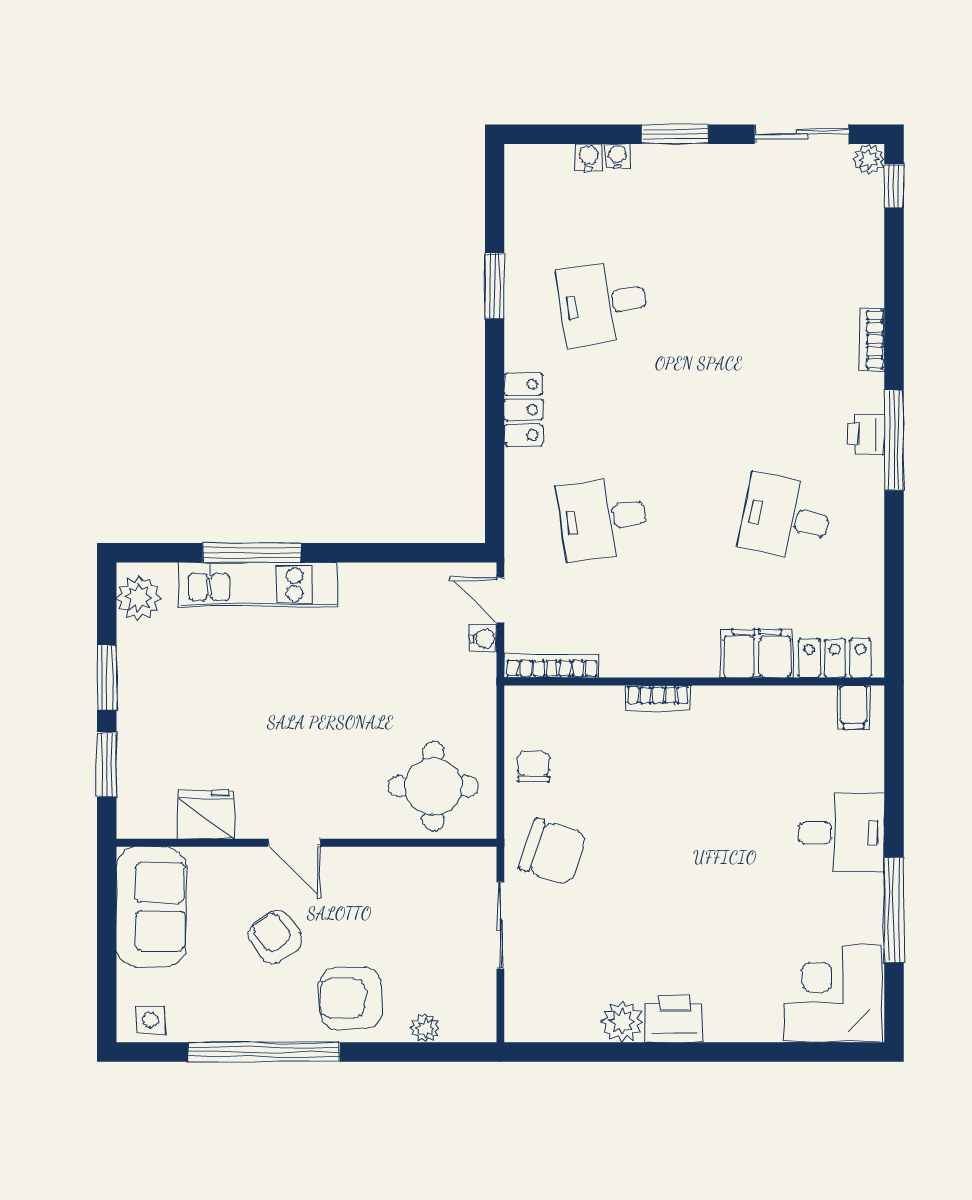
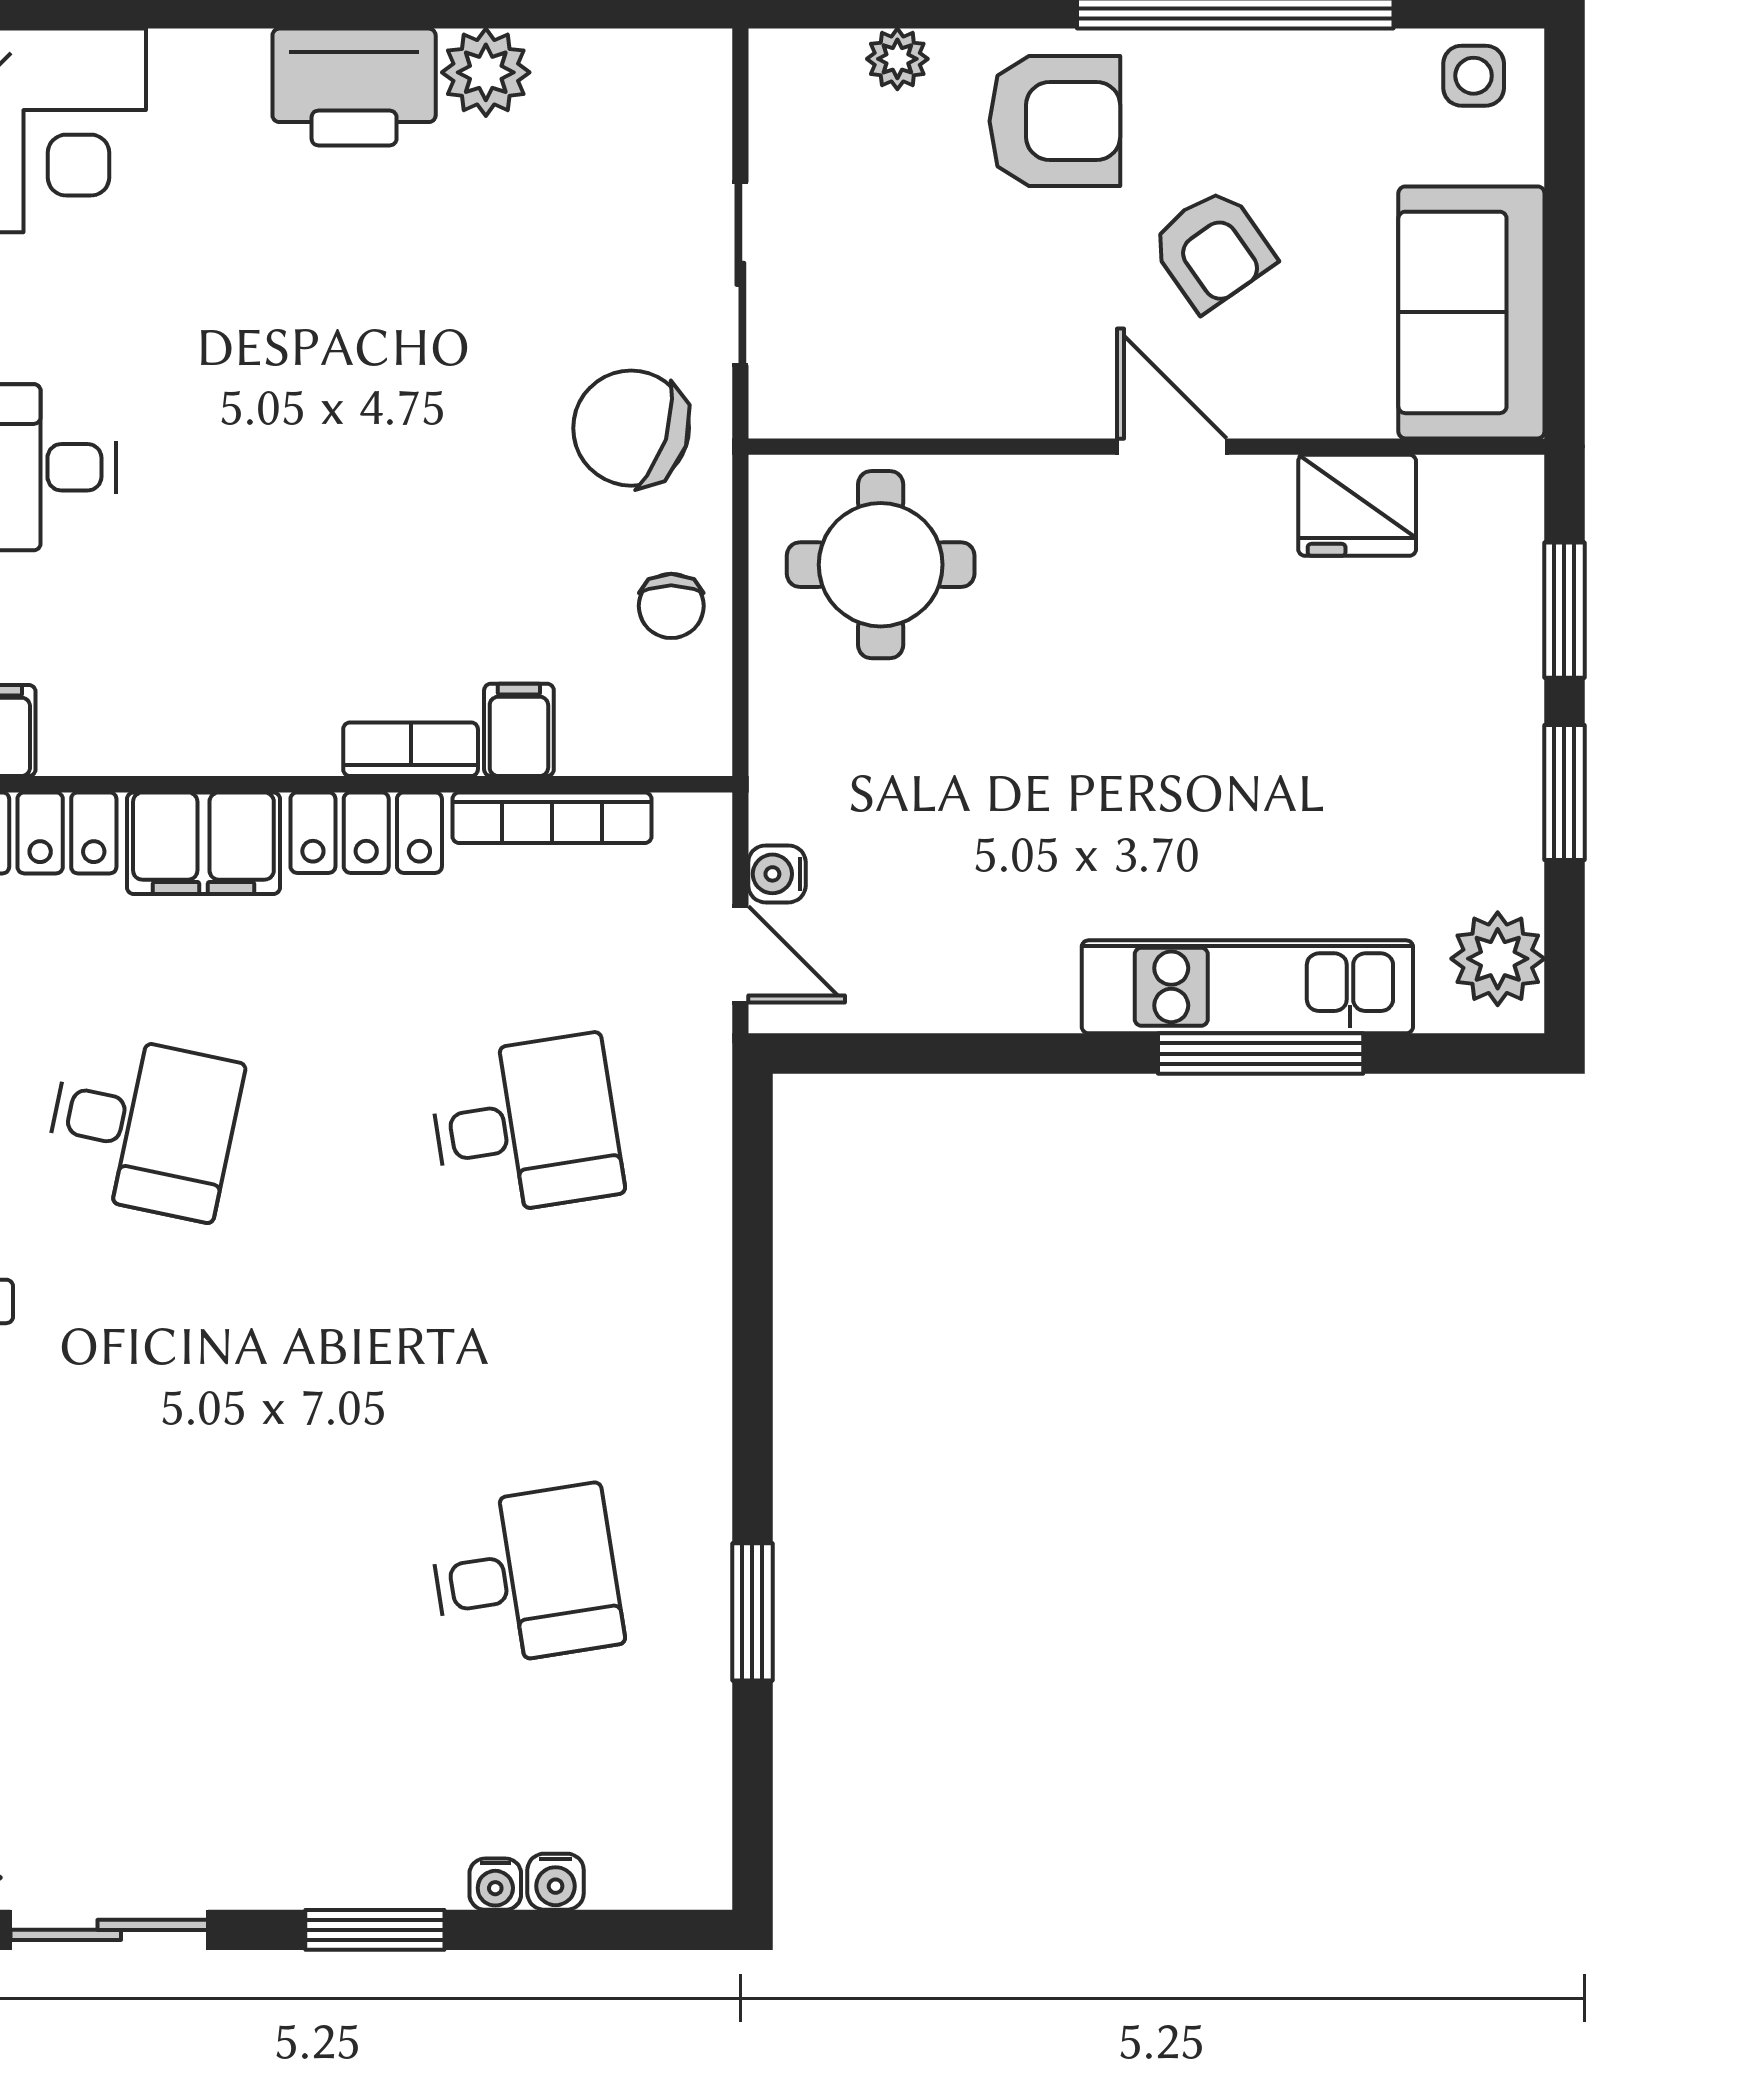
locker: (524, 410) -> (366, 833), moved, turned -90
bookcase: (552, 665) -> (552, 818), moved
filing cabinet: (606, 707) -> (519, 730), added
printer: (674, 1019) -> (354, 87), width x1.37, depth x1.19

